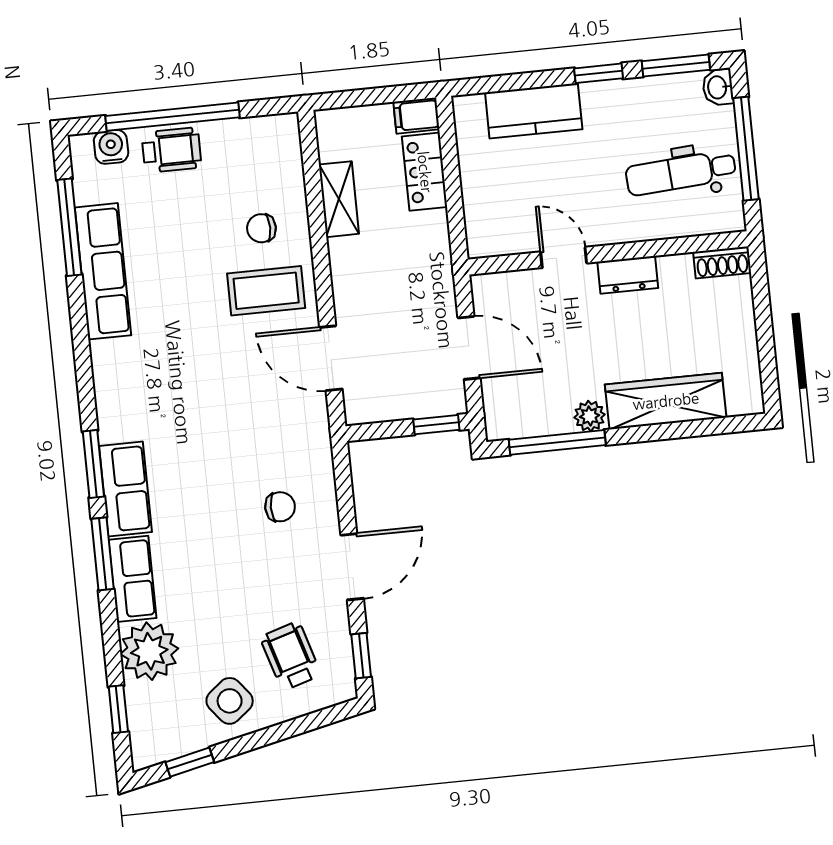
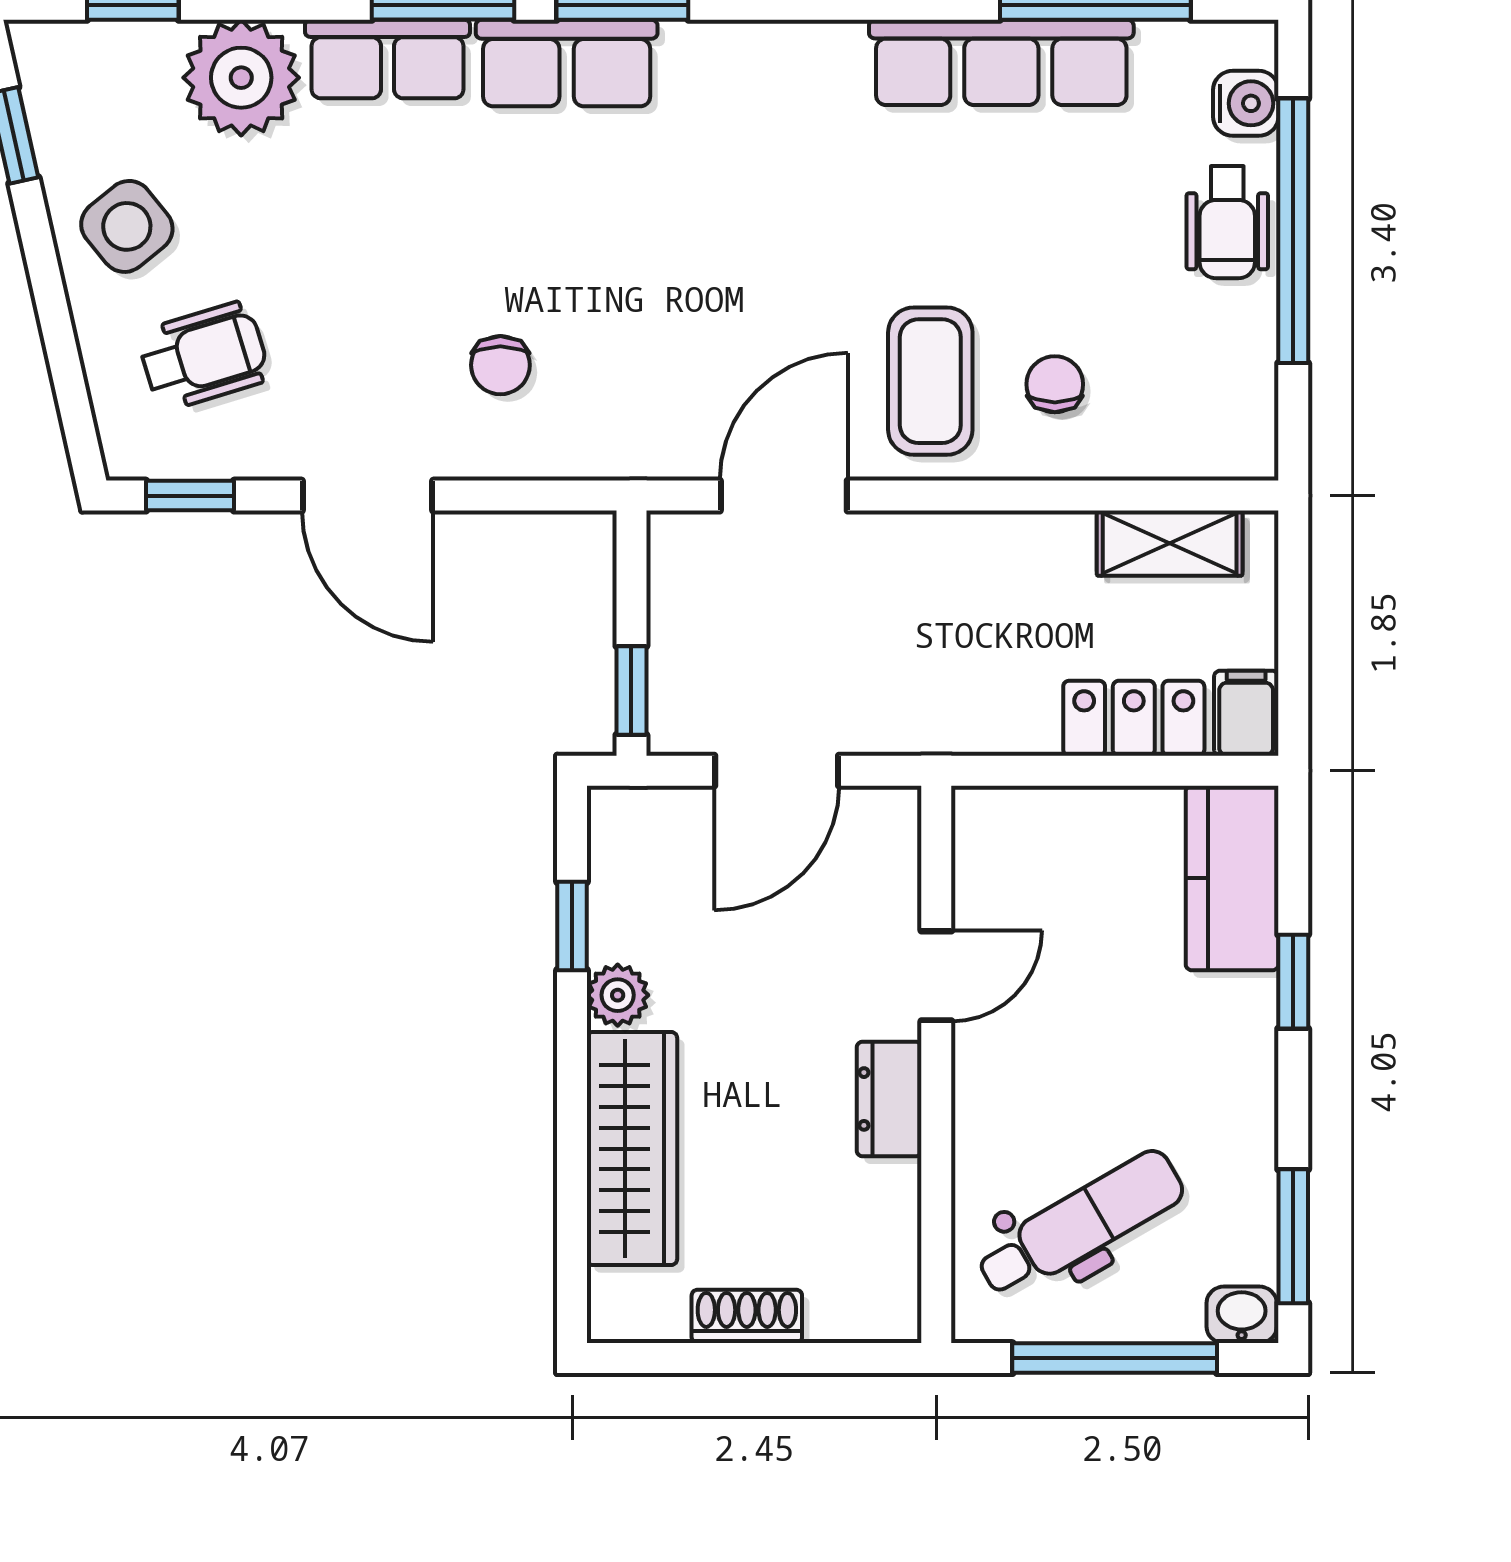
window: (599, 73) -> (1293, 982), moved
kitchen counter: (534, 111) -> (1232, 878), moved
dental chair: (681, 173) -> (1080, 1224), turned 64
shelving: (339, 199) -> (1170, 543), moved
shoe rack: (722, 262) -> (747, 1316), moved, turned 90
window: (557, 442) -> (572, 926), width x0.46

